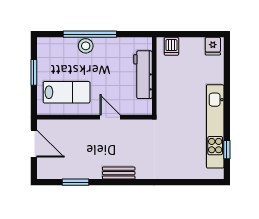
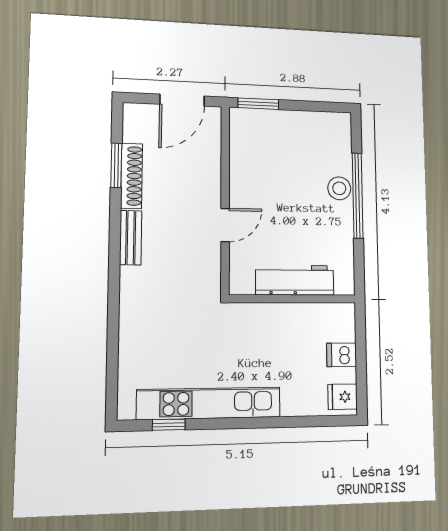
dishwasher: (171, 46) -> (342, 355), moved
window: (34, 72) -> (258, 104), moved
lab bench: (67, 92) -> (266, 156), removed
shoe rack: (82, 173) -> (132, 176), added

